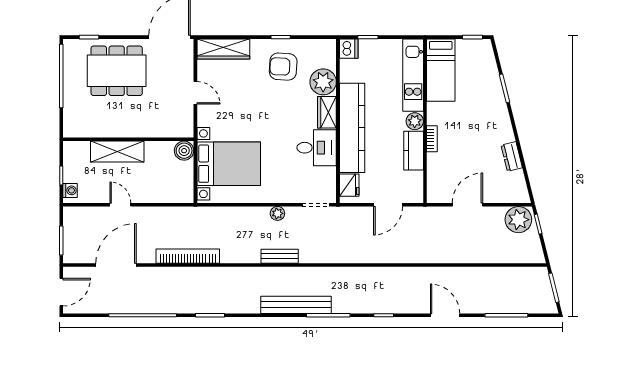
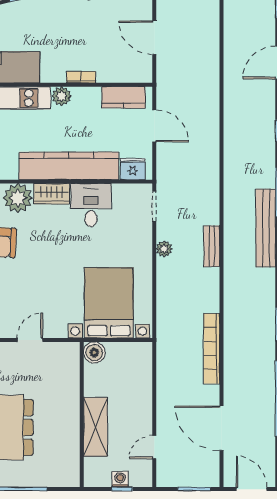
kitchen counter: (414, 151) -> (123, 97), moved
washing machine: (70, 190) -> (120, 479), moved
door: (120, 205) -> (154, 447), moved

